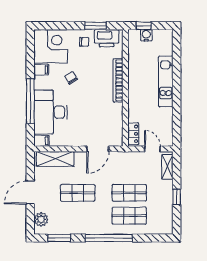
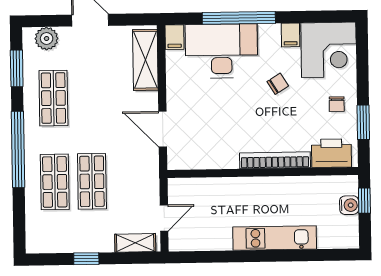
printer: (107, 38) -> (331, 153), moved, turned 90
locker: (133, 134) -> (188, 187), removed
shop shelf: (78, 193) -> (53, 98), moved

